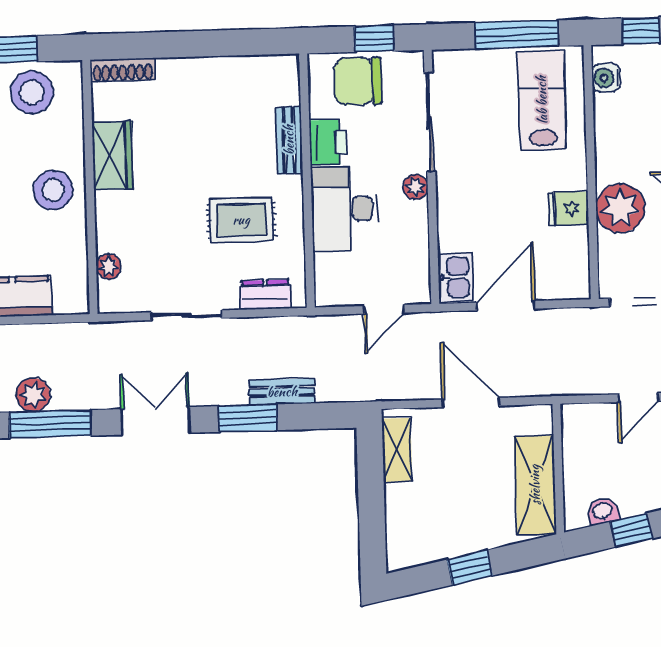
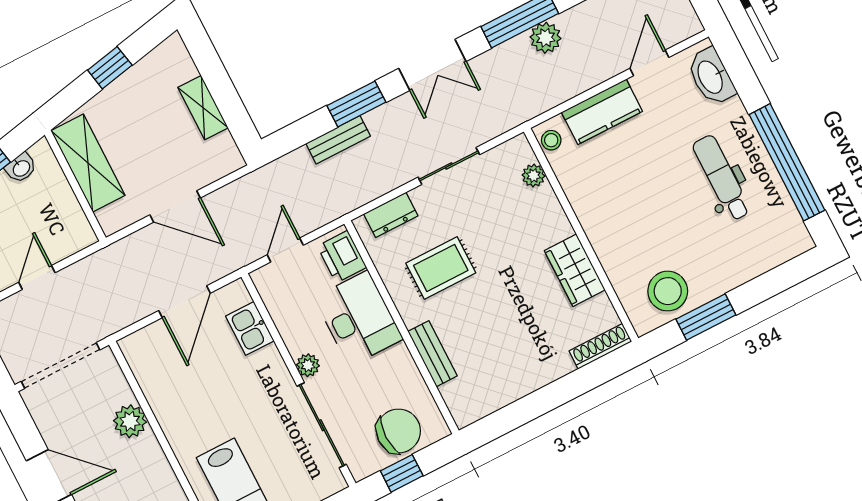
printer: (328, 142) -> (342, 257), moved
stool: (53, 190) -> (551, 140), moved, width x0.53, depth x0.53
plant: (620, 208) -> (130, 421), width x0.73, depth x0.73
fridge: (568, 209) -> (171, 408), removed
kitchen sink: (456, 277) -> (250, 328), moved
shelving: (397, 450) -> (203, 108), moved

